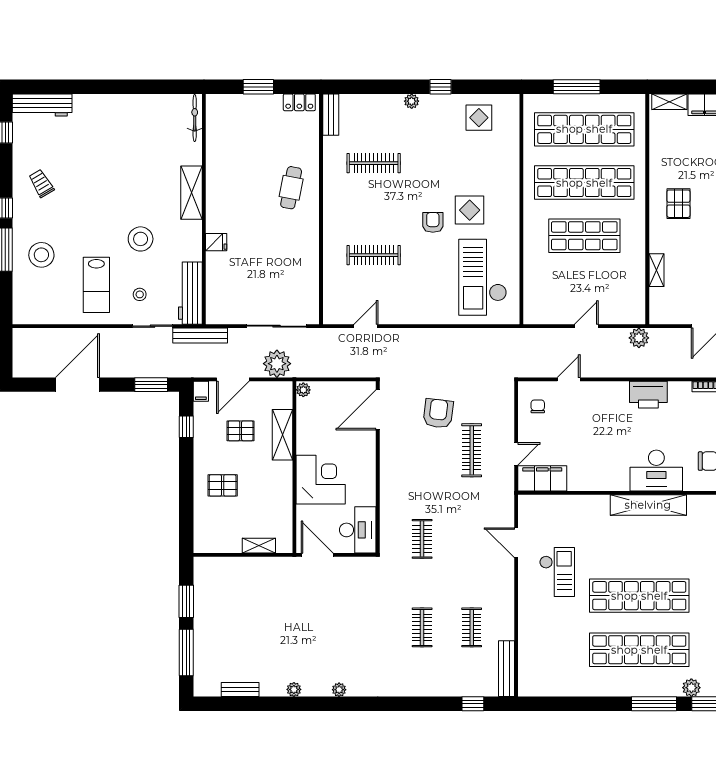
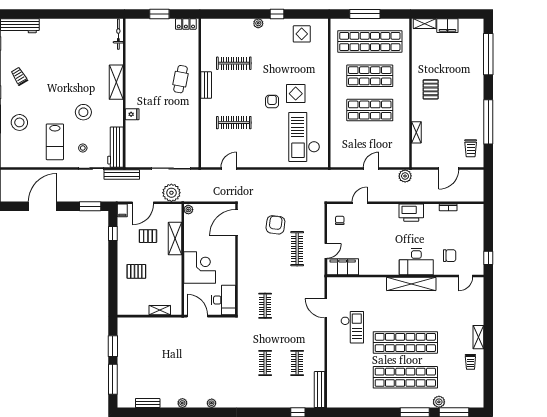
bench: (331, 115) -> (206, 85), moved
shop shelf: (584, 183) -> (370, 76), width x0.71

